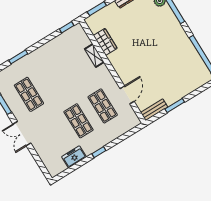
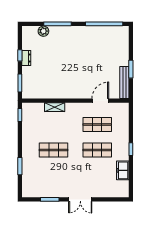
wardrobe: (105, 42) -> (49, 92), removed
shop shelf: (29, 94) -> (54, 150), moved
door: (127, 95) -> (100, 101), hinge flipped
bench: (154, 110) -> (124, 82), width x1.36

